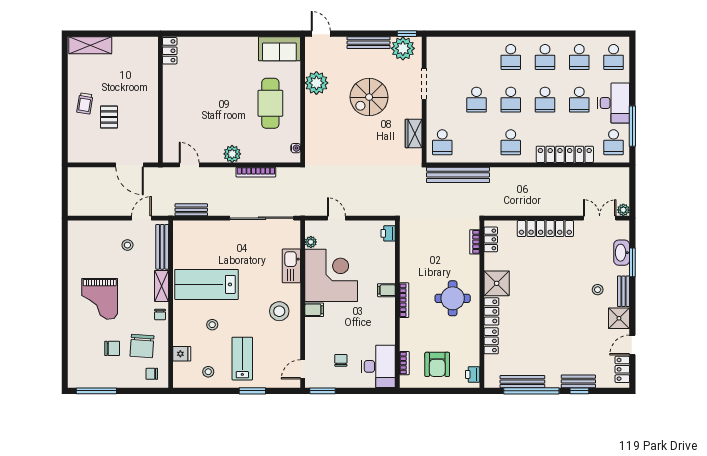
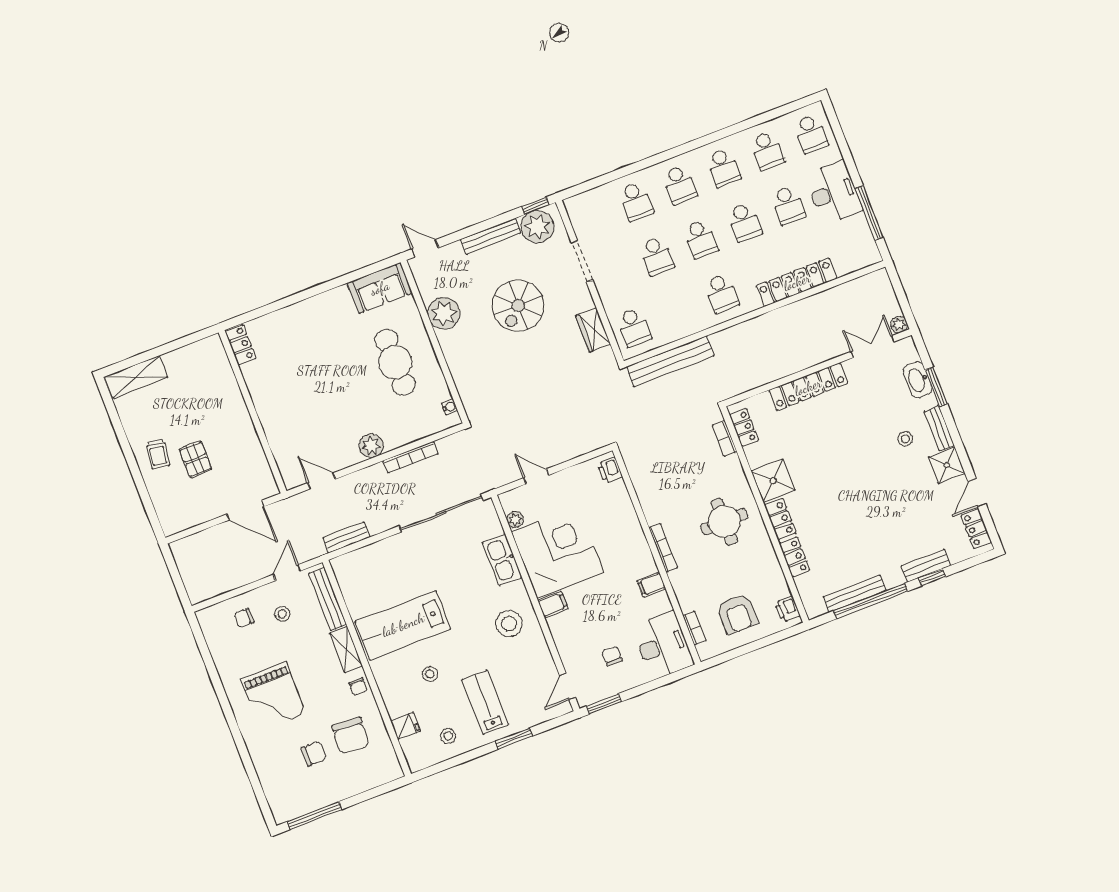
school desk: (614, 142) -> (636, 201), moved
filing cabinet: (386, 290) -> (651, 585), moved
chair: (152, 374) -> (244, 618), moved

